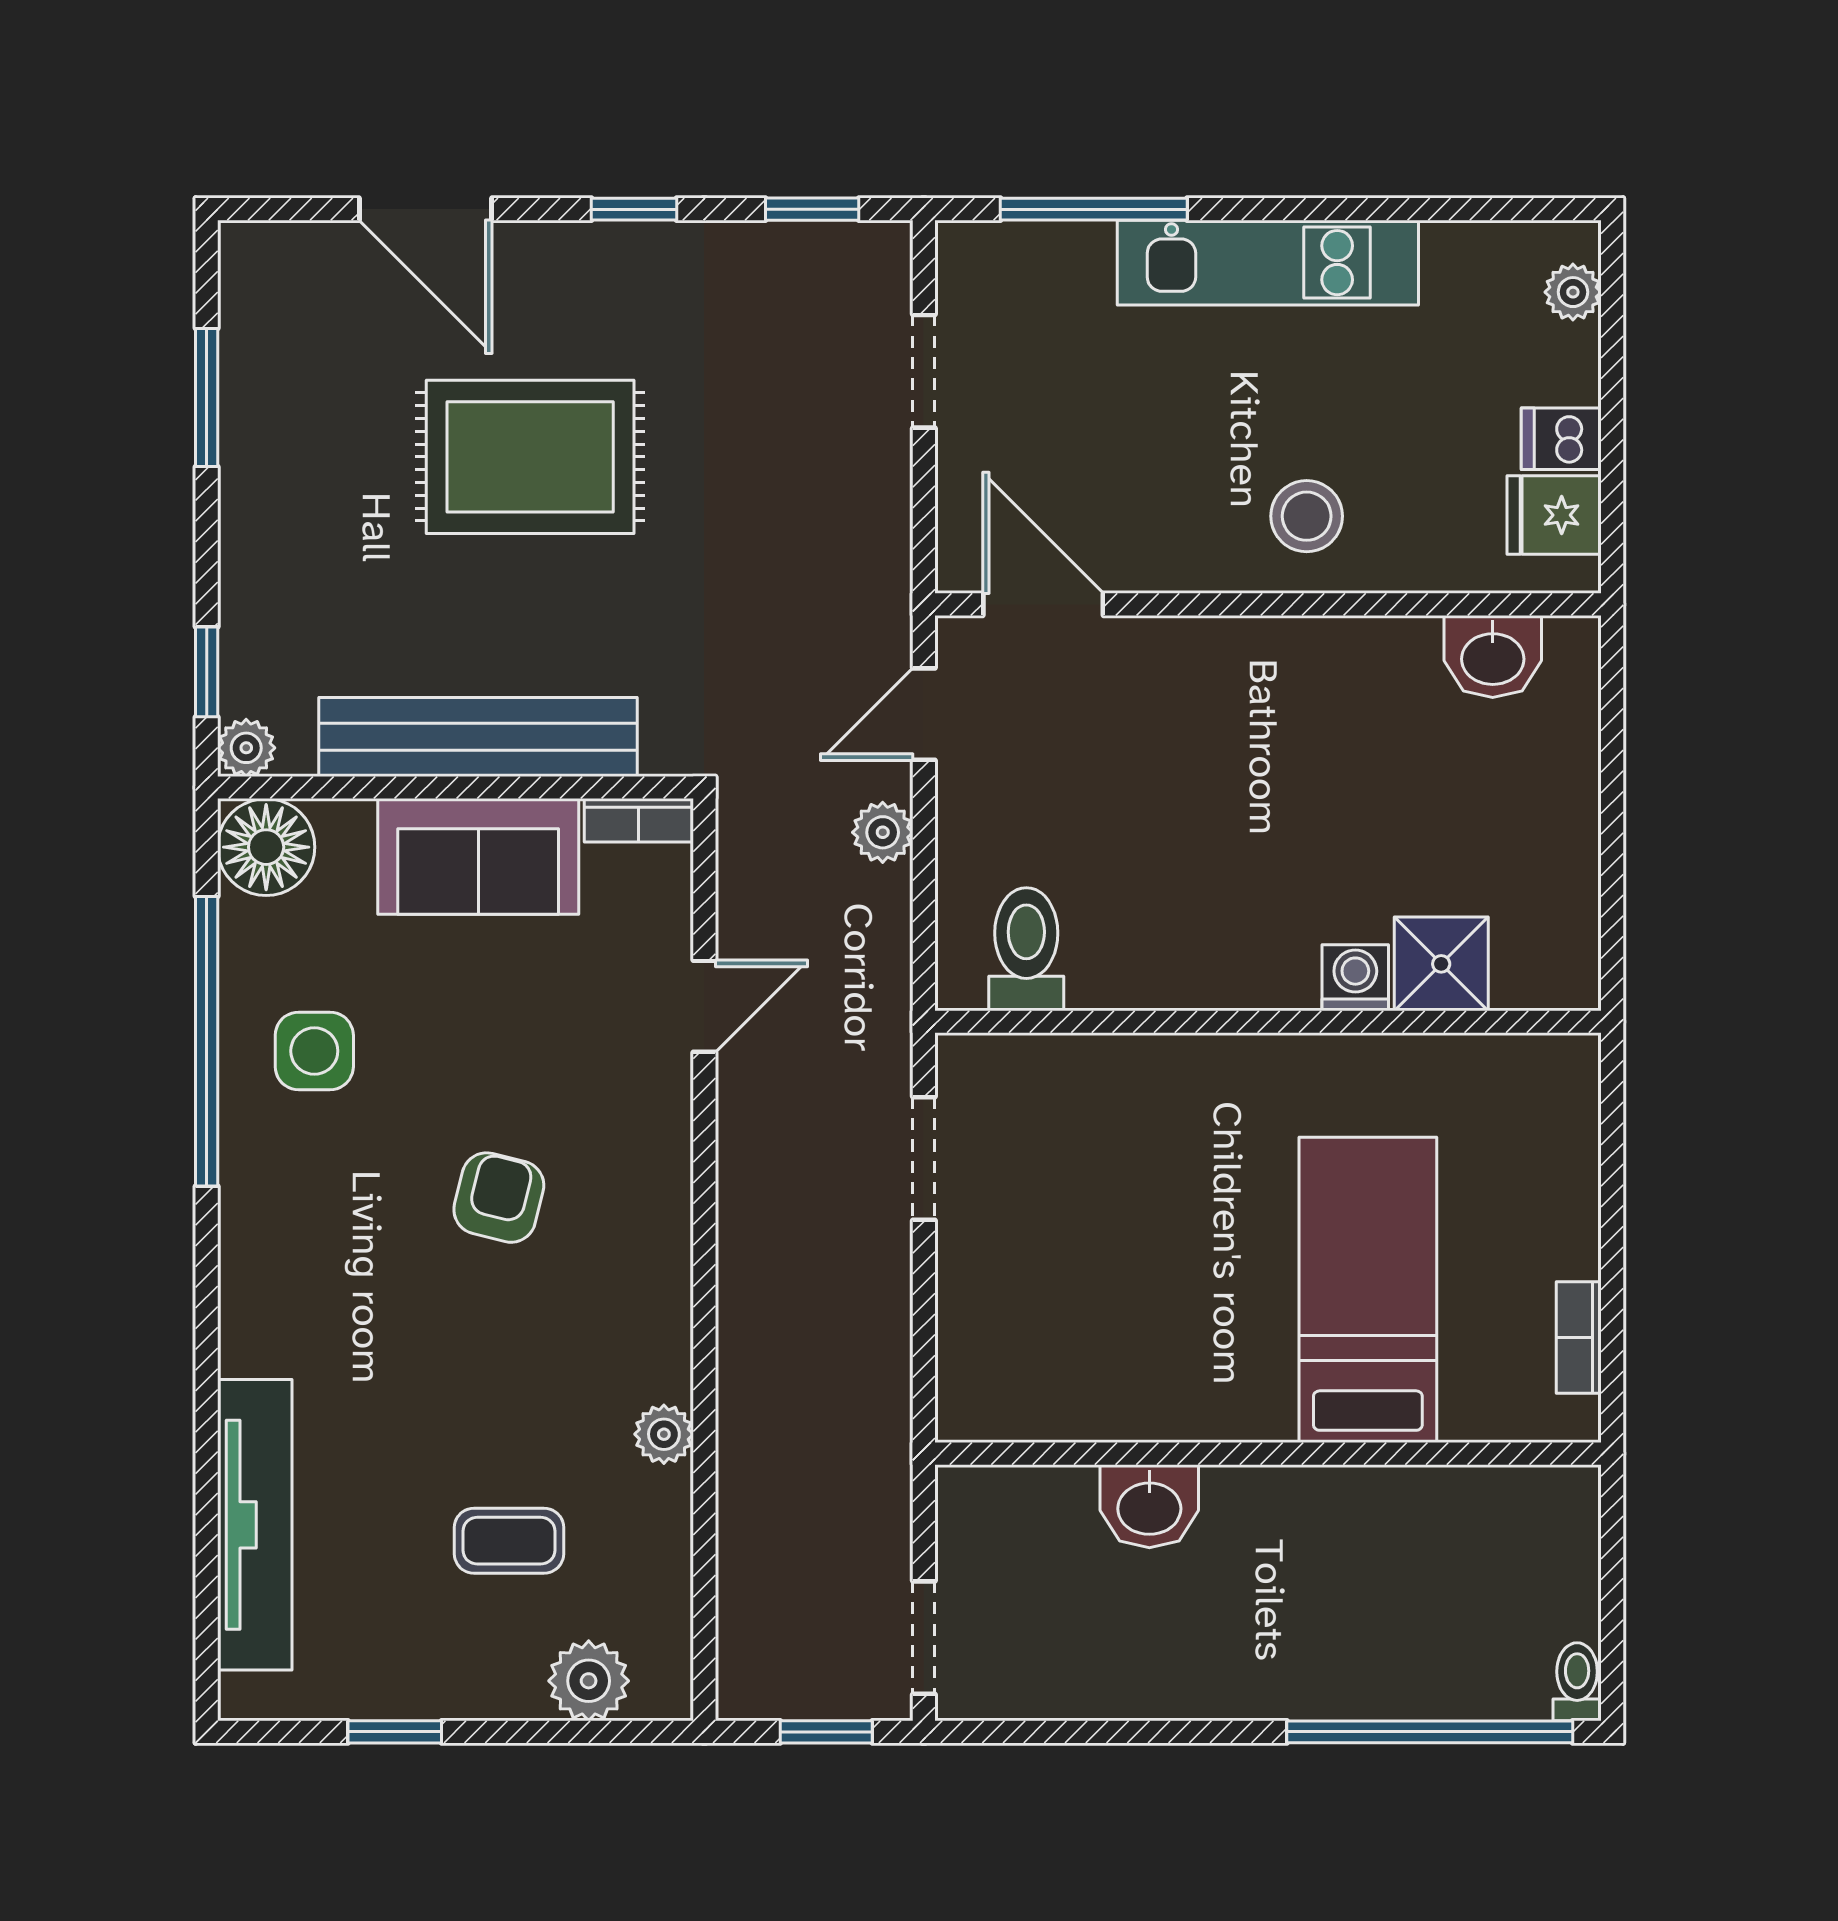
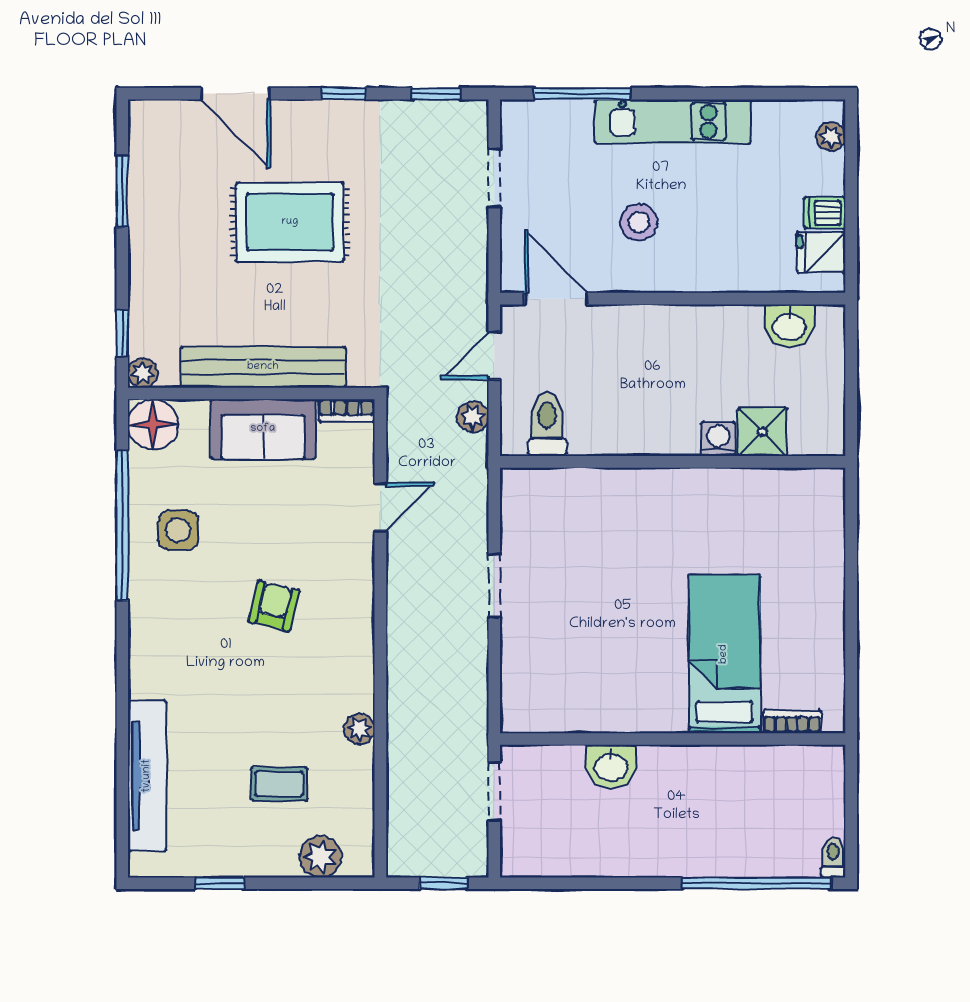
stool: (1307, 516) -> (639, 222), moved
toilet: (1026, 949) -> (547, 424), moved
shower: (1441, 964) -> (763, 432), moved
washing machine: (1355, 978) -> (718, 439), moved
wall: (1268, 1022) -> (673, 462), moved
bookcase: (1579, 1338) -> (792, 722), moved, turned 90
doorway: (924, 1638) -> (494, 792), moved

